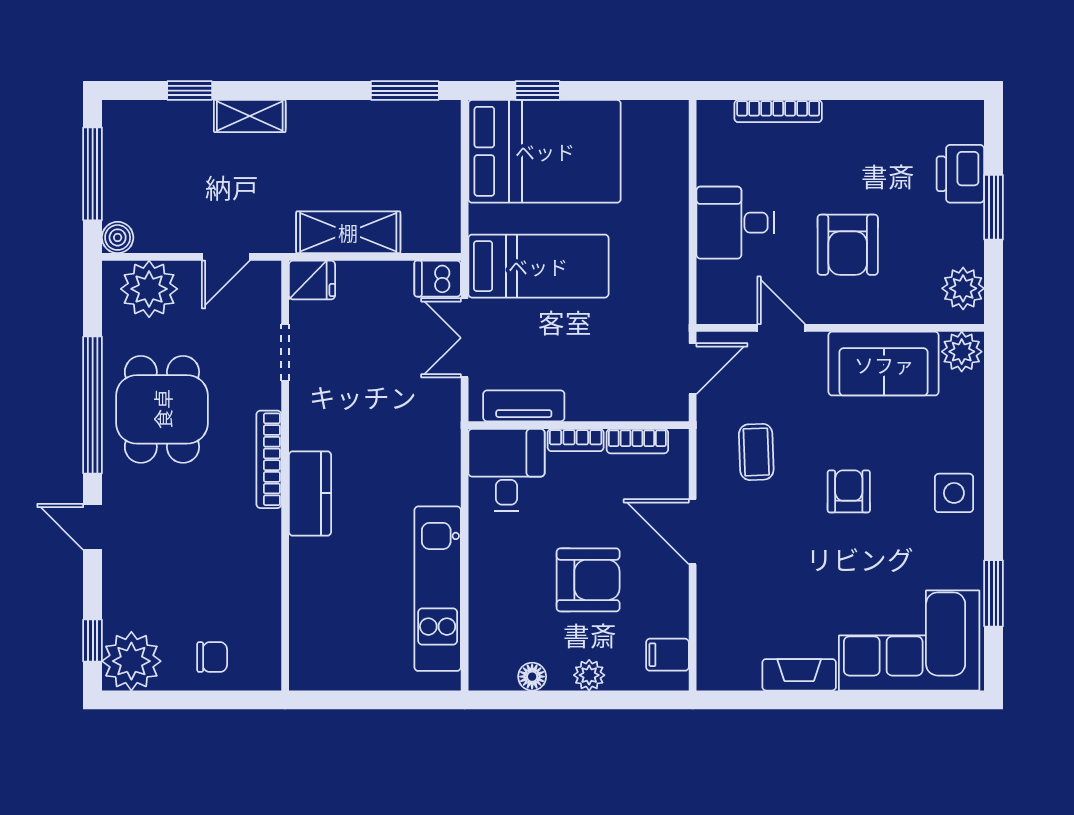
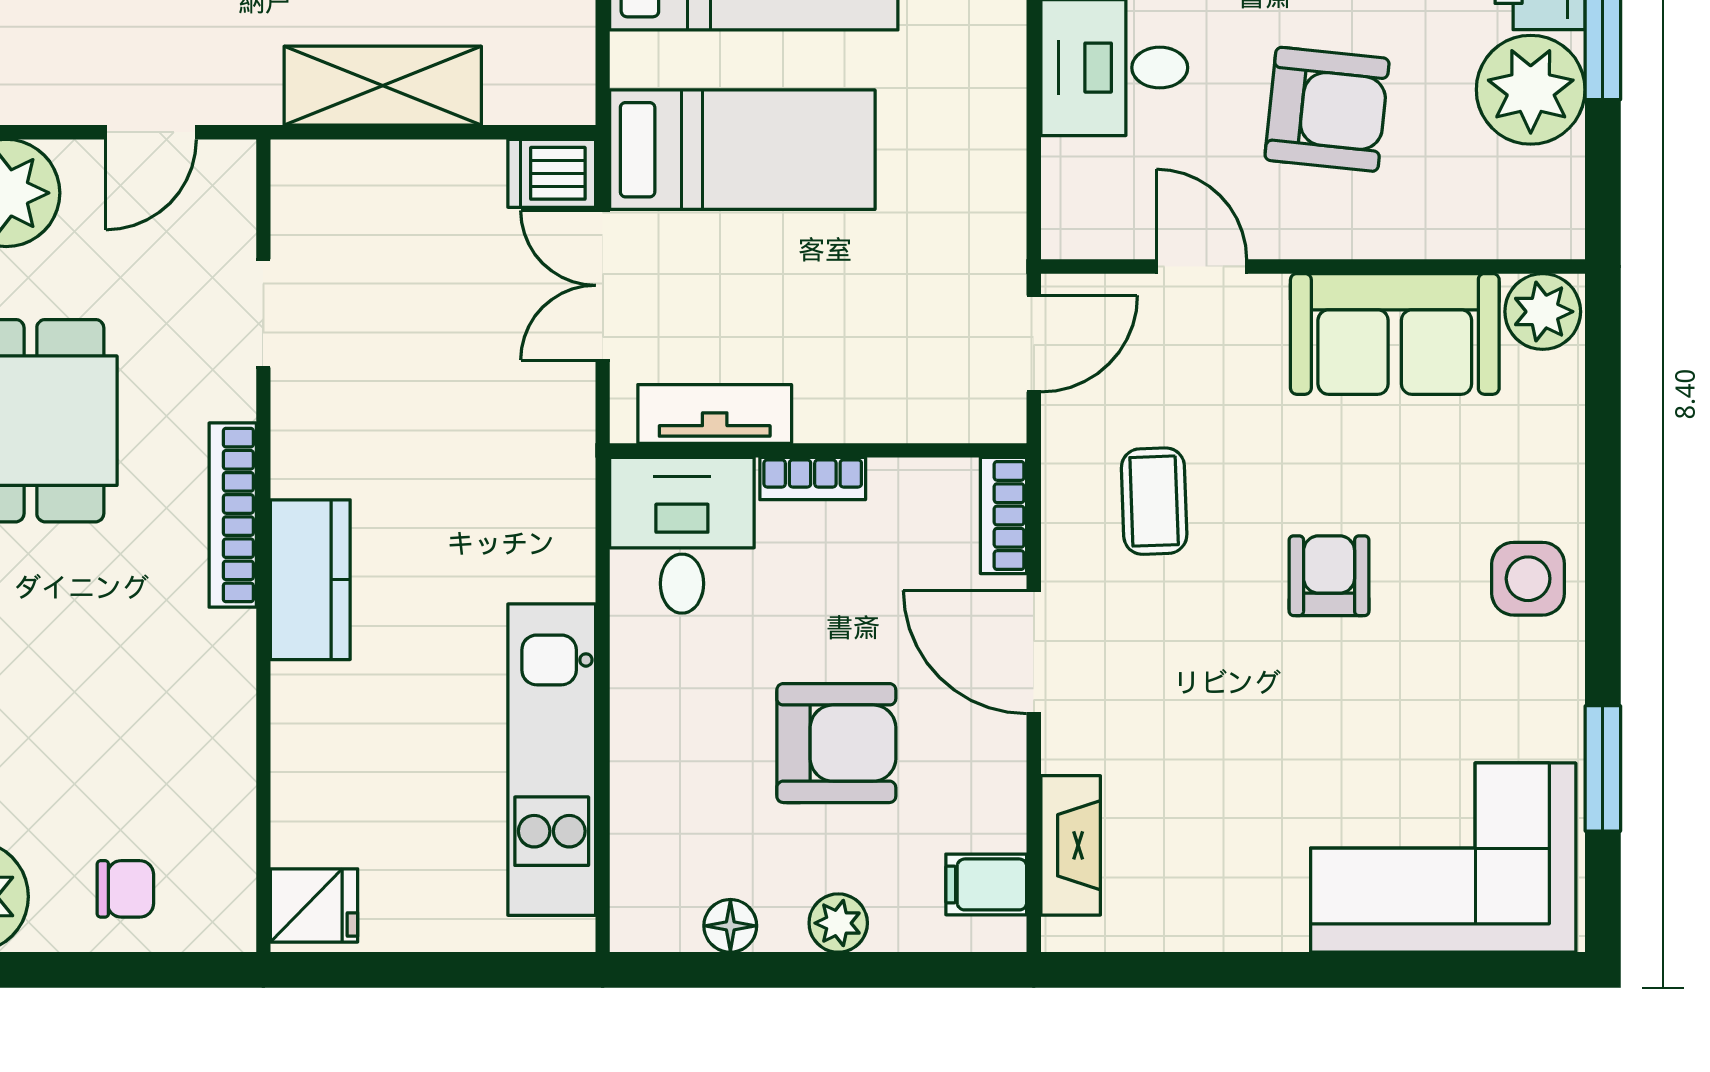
armchair: (848, 245) -> (1327, 109), turned -84
fridge: (312, 280) -> (314, 905), moved
plant: (963, 288) -> (1531, 90), moved, width x1.36, depth x1.36
bookcase: (637, 441) -> (1004, 515), moved, turned 90
fireplace: (799, 675) -> (1071, 845), moved, turned 90

